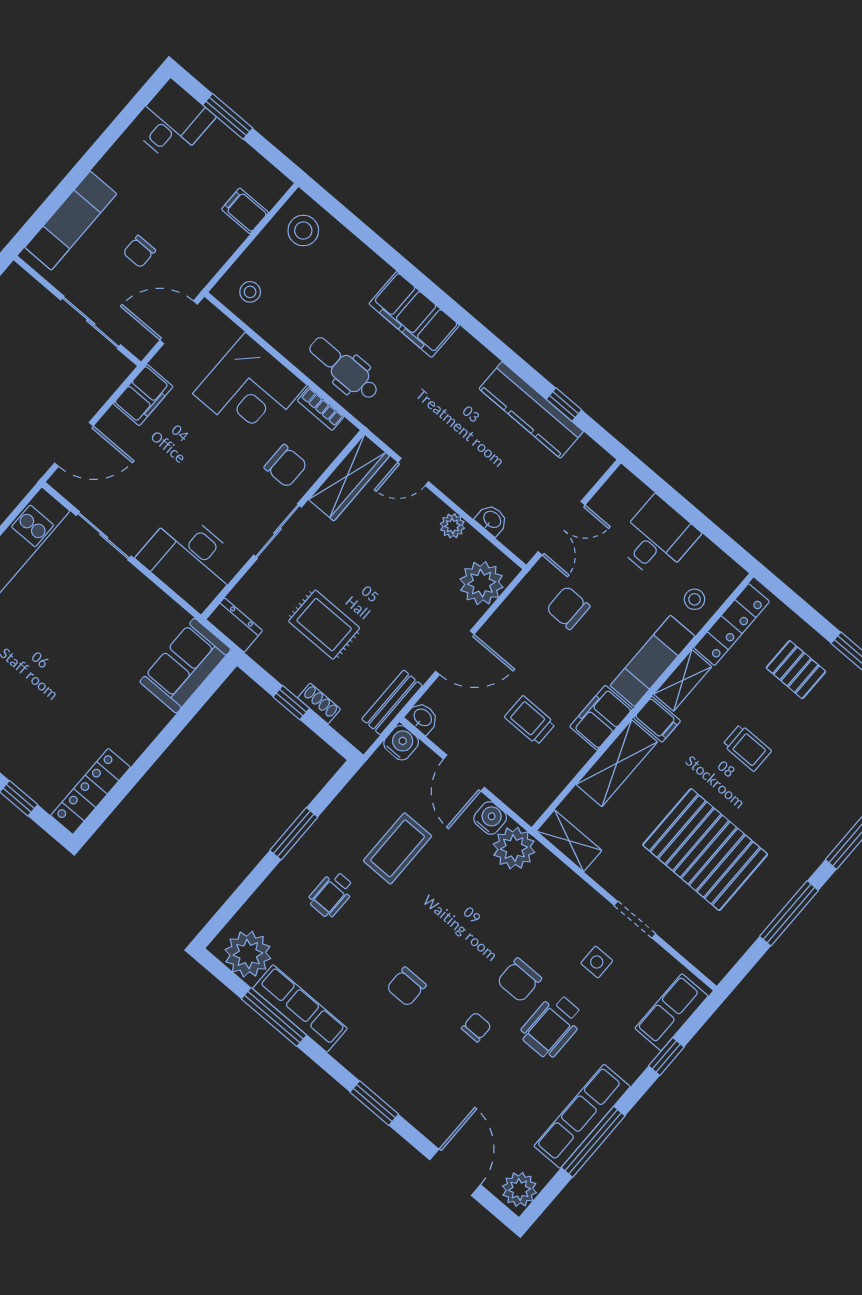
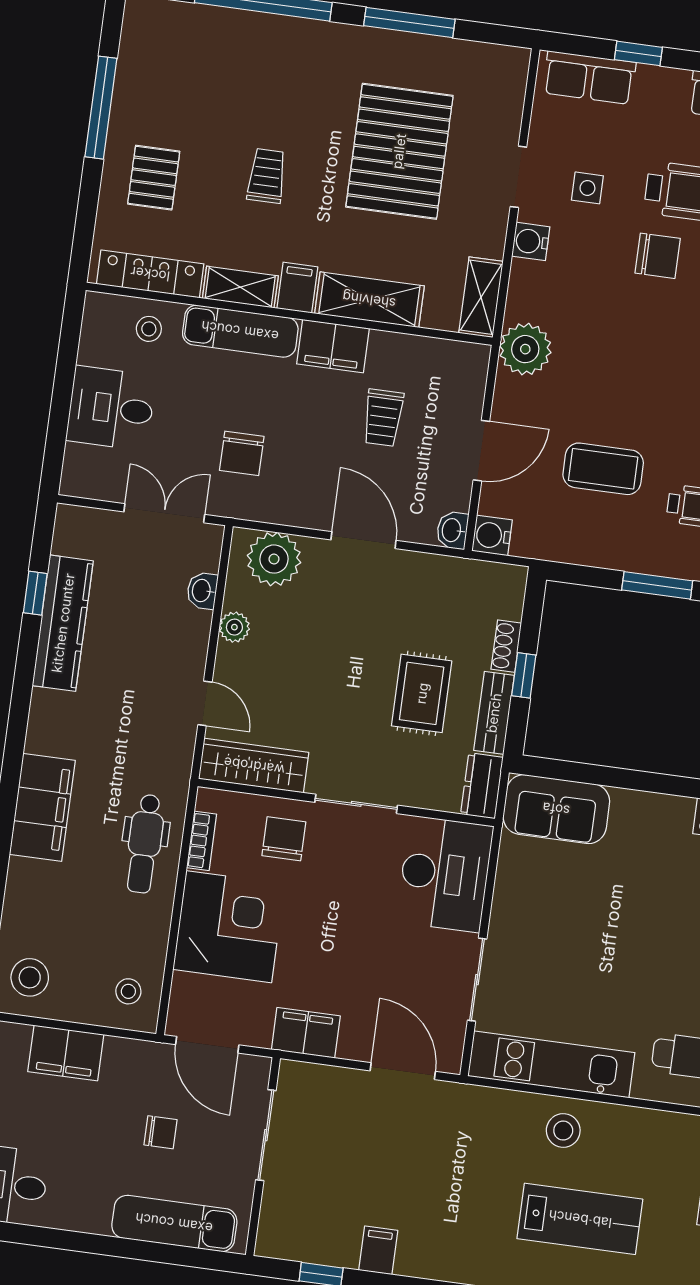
filing cabinet: (245, 211) -> (66, 1053), width x2.00
bench: (392, 702) -> (494, 713), moved, turned 90
water cooler: (490, 818) -> (531, 241), moved

